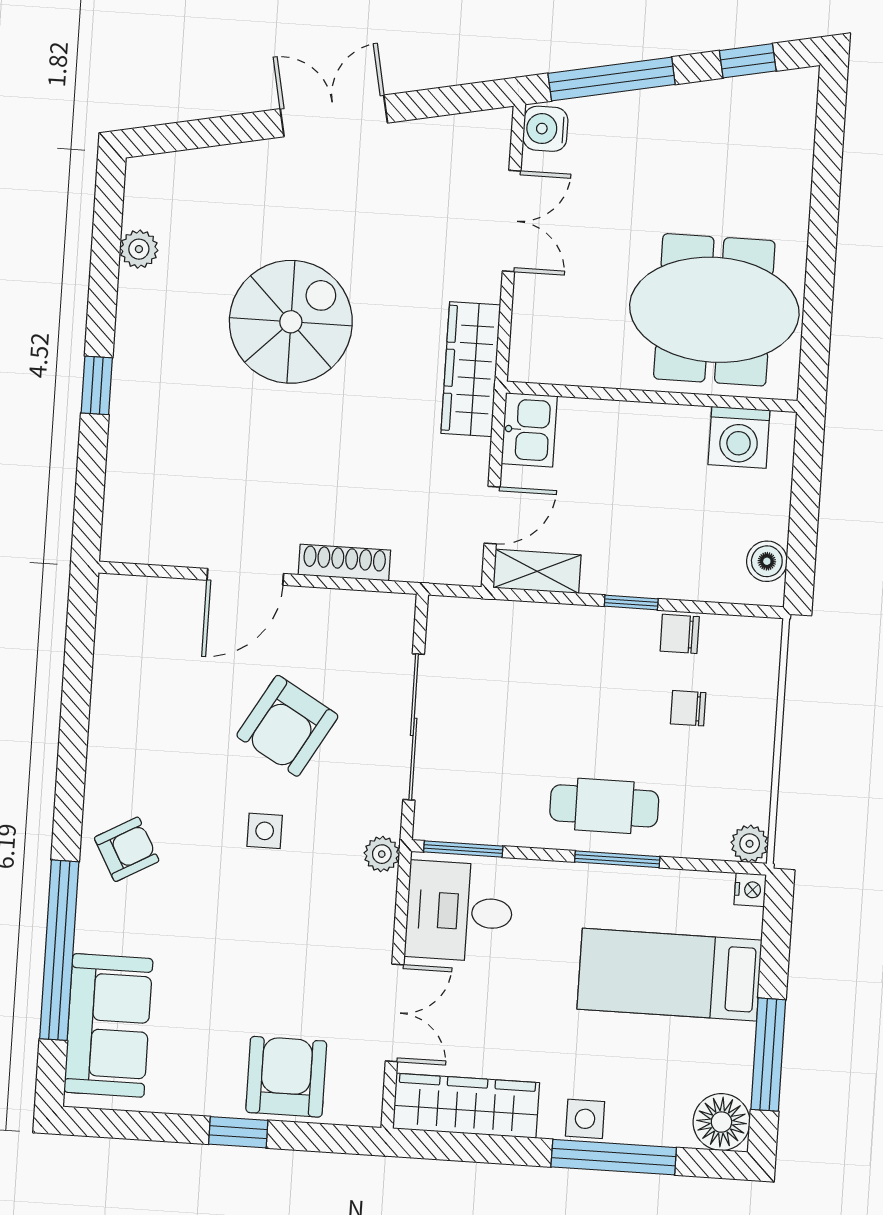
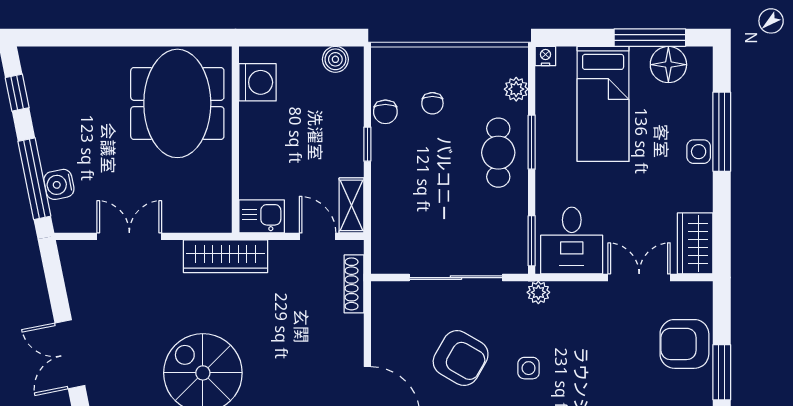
water cooler: (545, 129) -> (59, 184), moved, turned 79
shoe rack: (344, 562) -> (354, 284), moved
plant: (750, 844) -> (516, 89), moved
wardrobe: (466, 1106) -> (695, 243), width x0.67
floor lamp: (721, 1122) -> (668, 65), moved
window: (238, 1132) -> (722, 372), width x1.50

